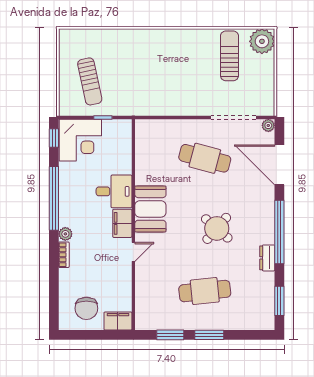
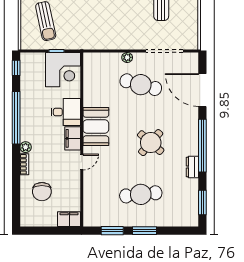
plant: (268, 125) -> (127, 57), moved
corner desk: (80, 140) -> (63, 70), moved
chair: (86, 308) -> (42, 192), moved

